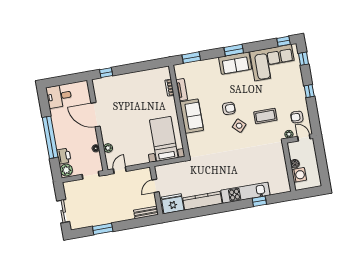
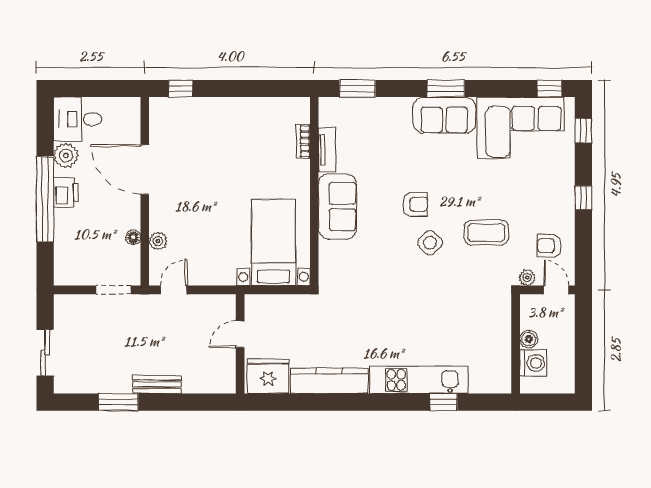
printer: (64, 156) -> (66, 193), moved
plant: (66, 170) -> (66, 156), moved
bench: (146, 212) -> (157, 384), moved

